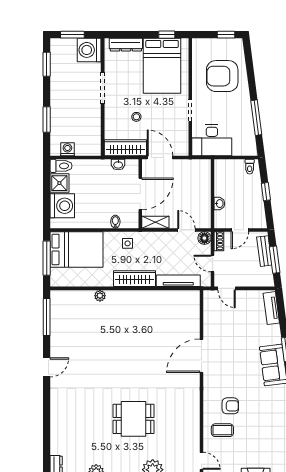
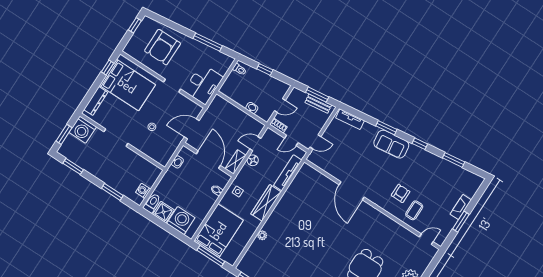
wardrobe: (125, 148) -> (169, 149), removed
door: (240, 230) -> (280, 106), hinge flipped
floor lamp: (204, 238) -> (253, 160), moved
bench: (264, 251) -> (318, 104), moved

